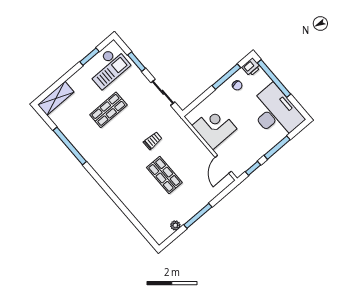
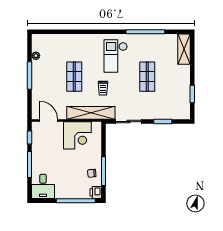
checkout: (108, 68) -> (116, 56), moved
desk: (275, 113) -> (43, 186), width x0.53, depth x0.77
shelving: (184, 132) -> (91, 113), added
shop shelf: (164, 175) -> (74, 77), turned 90

